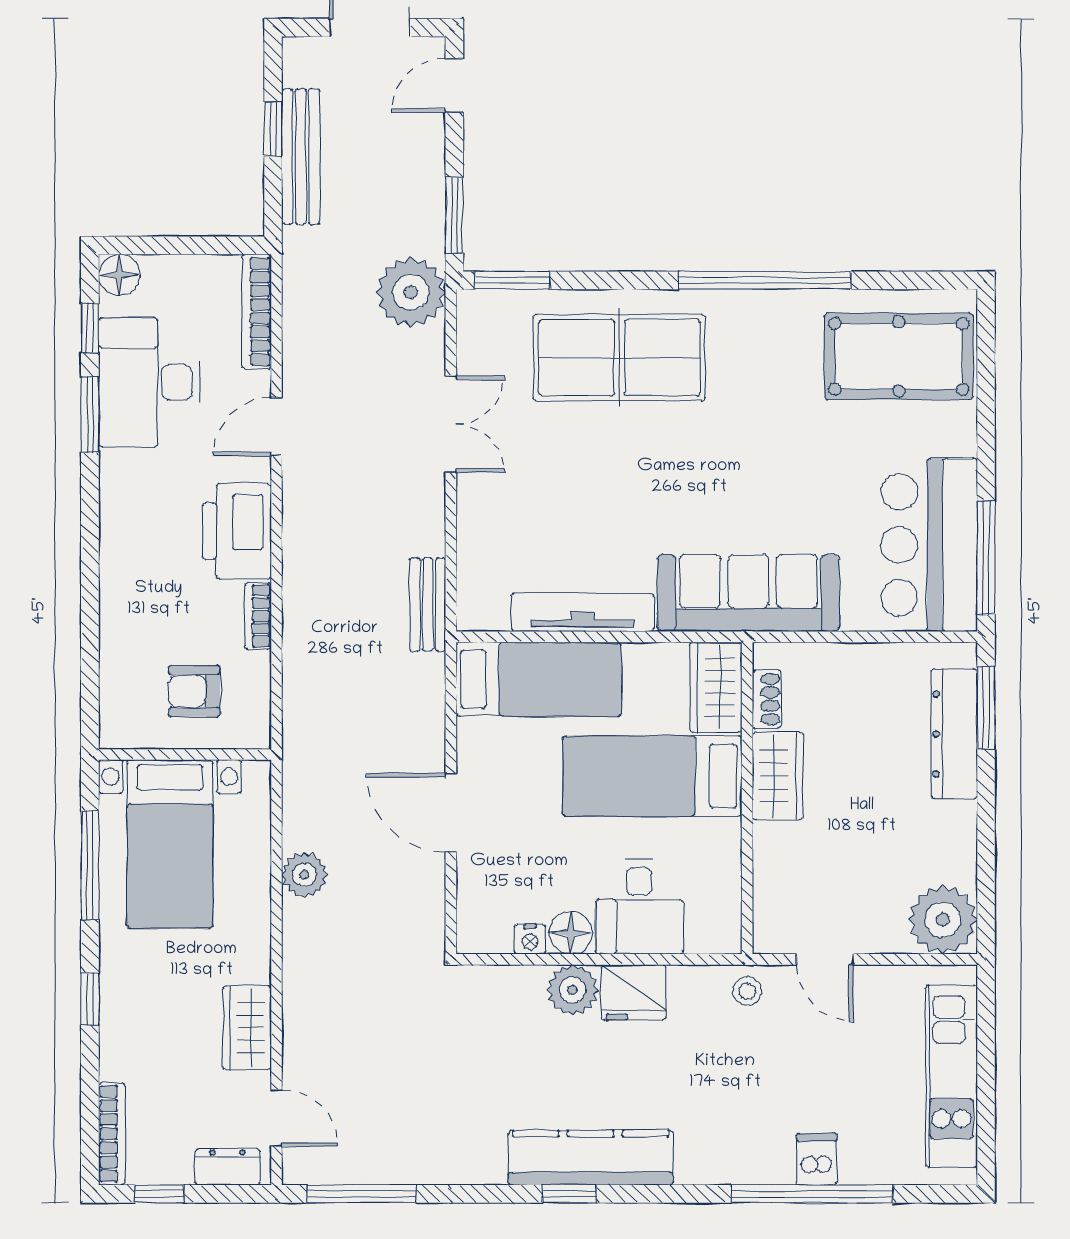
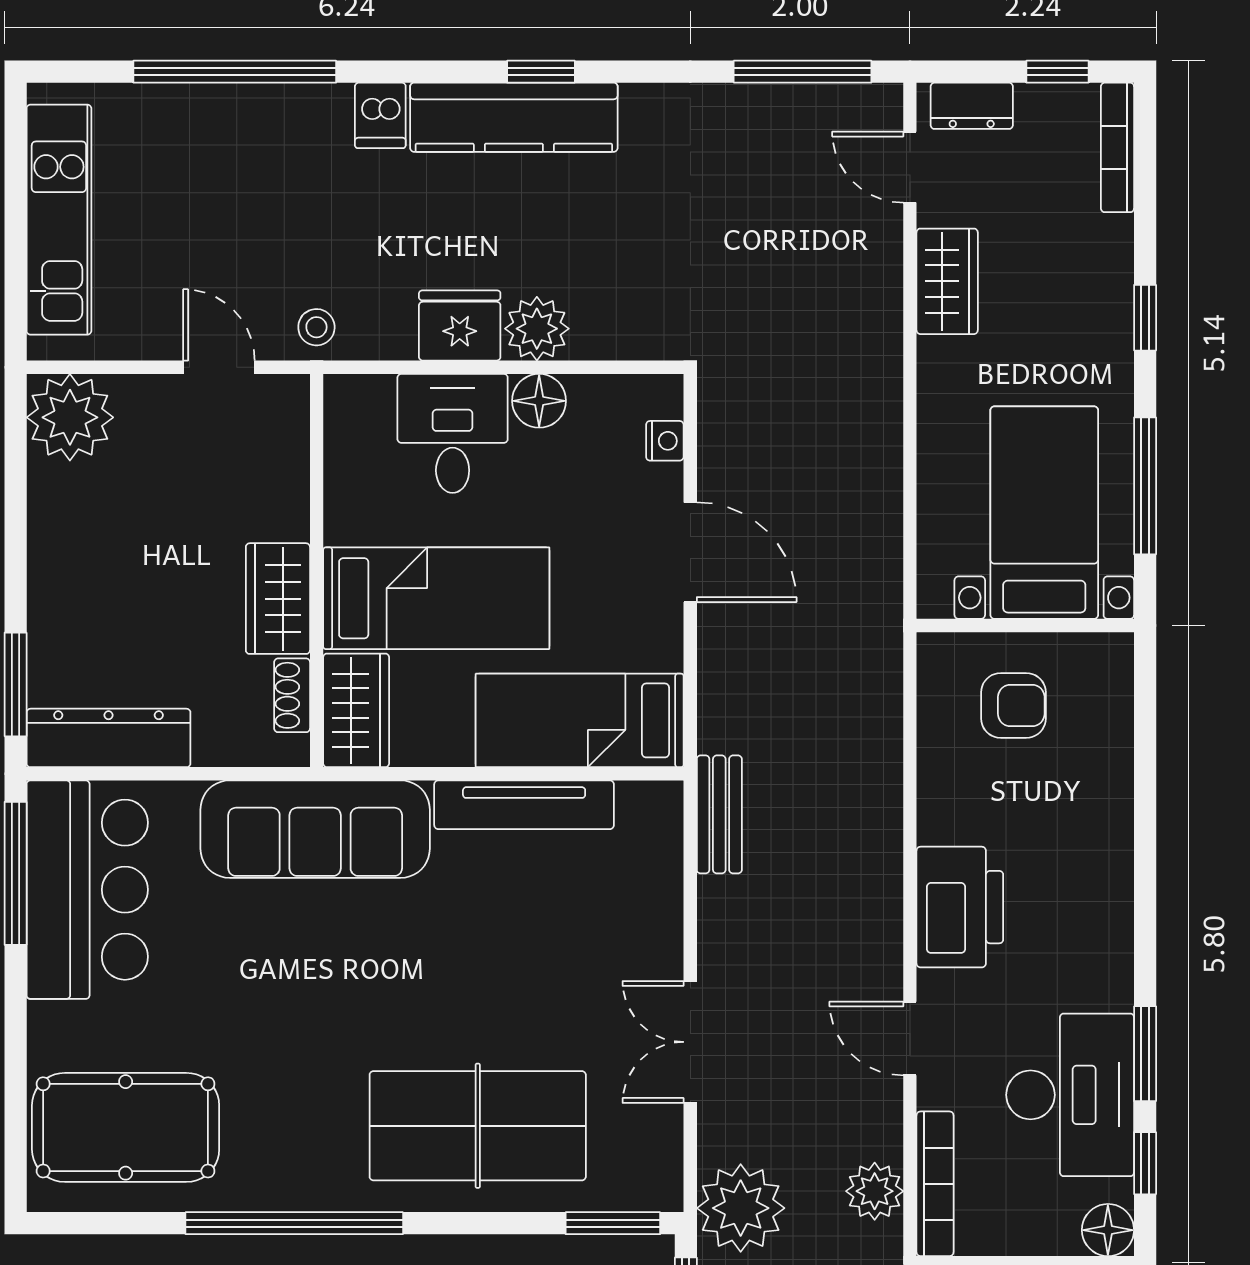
door: (276, 427) -> (910, 1038), swing flipped
bookcase: (258, 616) -> (933, 800), removed
dresser: (954, 734) -> (108, 738), moved, turned -90
plant: (304, 875) -> (875, 1191), moved
nightstand: (530, 939) -> (665, 441), moved, turned 90
dishwasher: (817, 1159) -> (380, 115), moved

